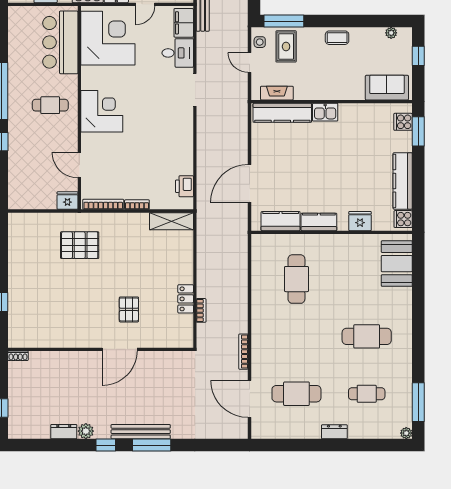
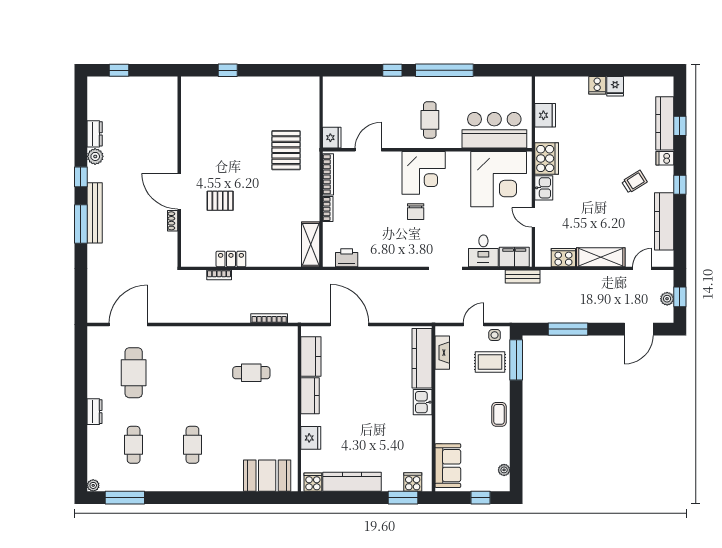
chair: (140, 119) -> (416, 212), added
cafe table: (296, 279) -> (251, 373), width x0.73, depth x0.74
cafe table: (367, 336) -> (192, 445), width x0.73, depth x0.74
bookcase: (243, 352) -> (269, 318), moved
shoe rack: (18, 356) -> (173, 221), moved

